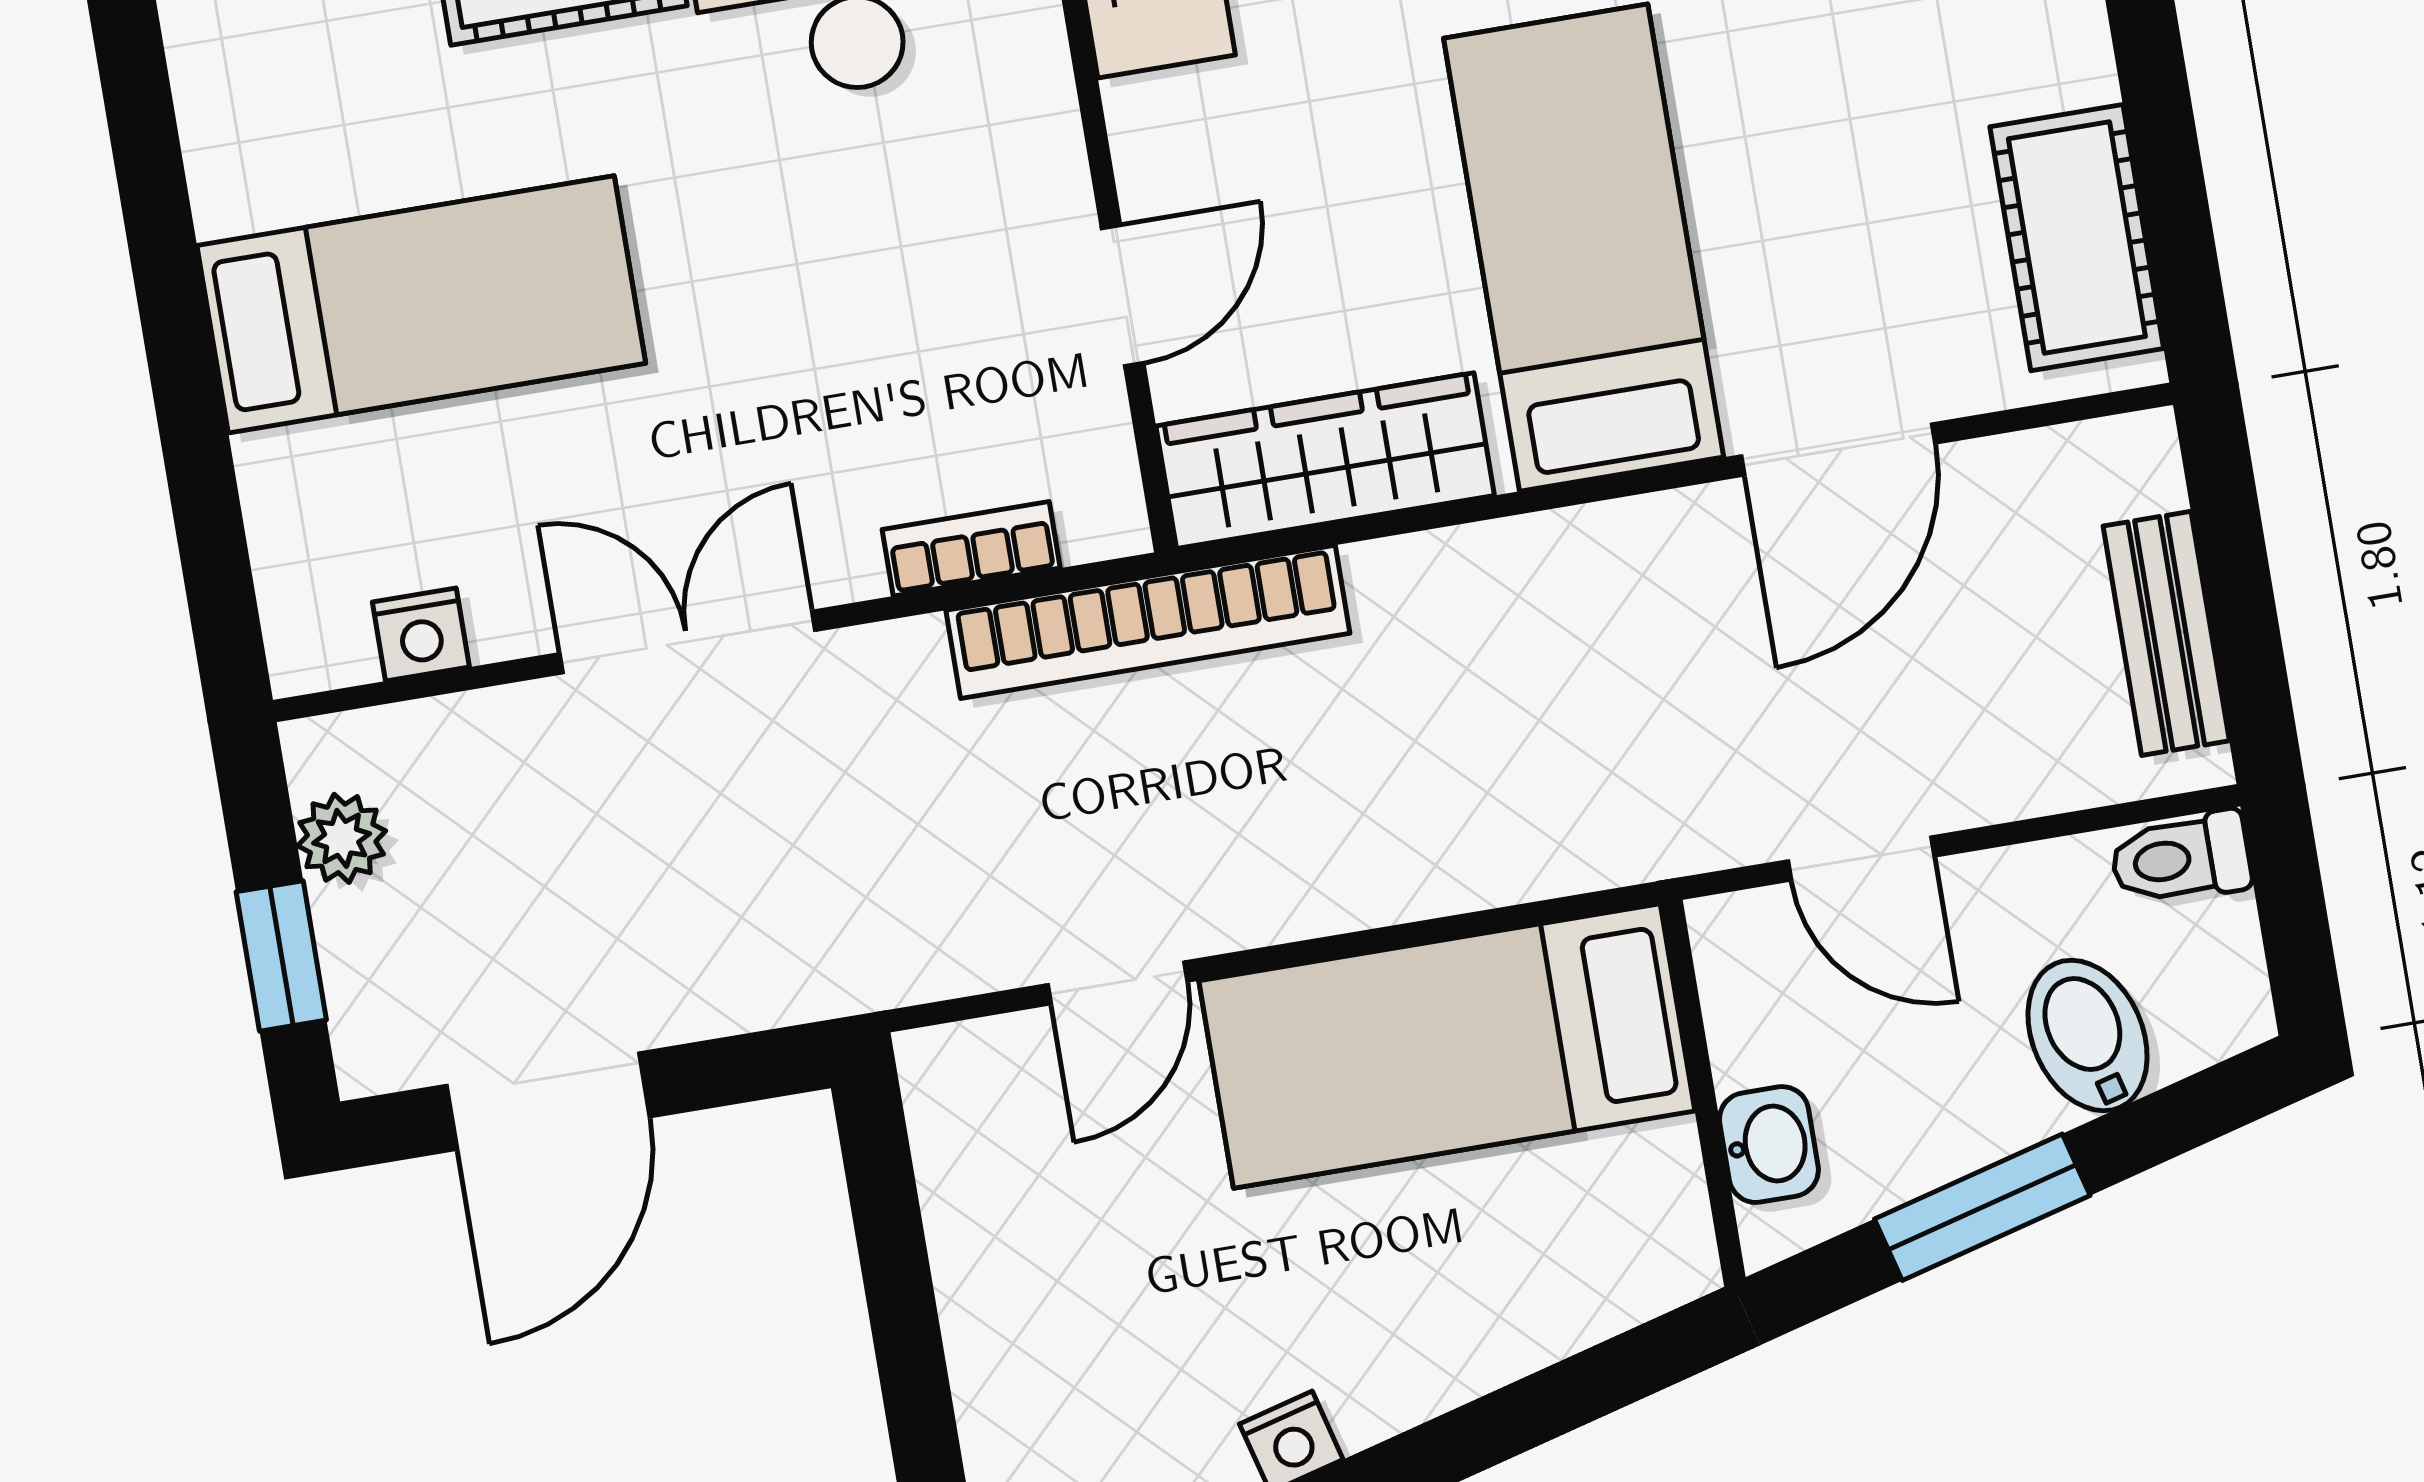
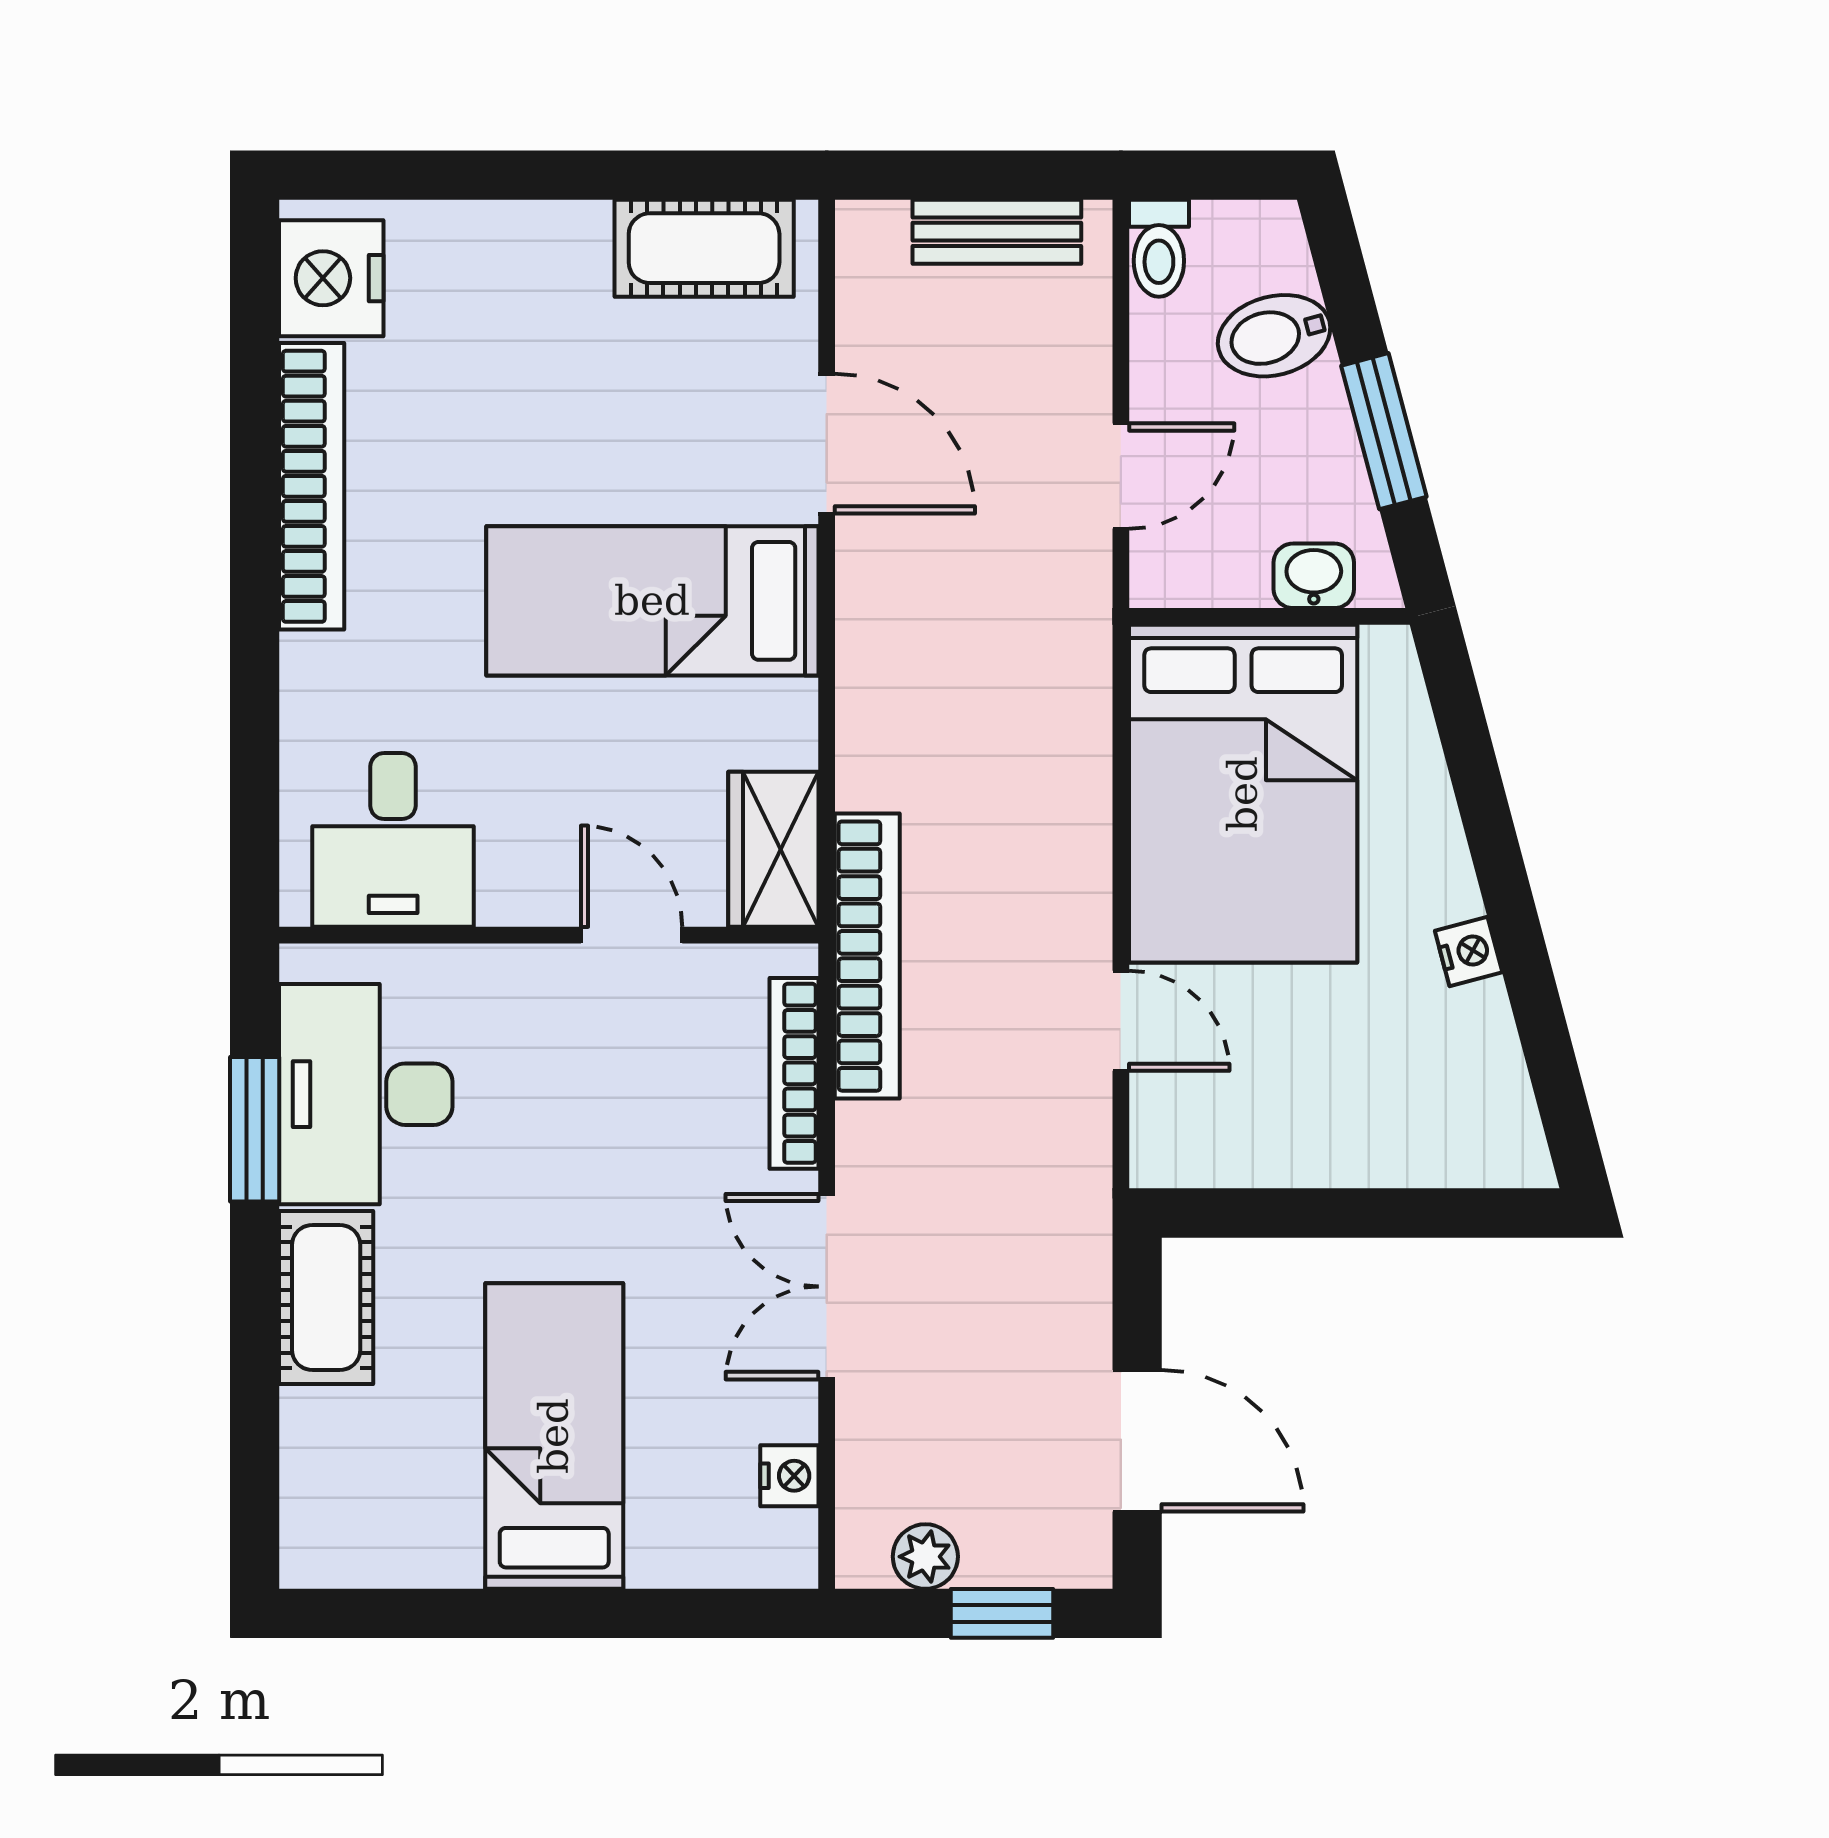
wardrobe: (1325, 461) -> (773, 849), width x0.67
bookcase: (971, 549) -> (794, 1073), width x1.56
bed: (1447, 1046) -> (1243, 794), width x1.50

